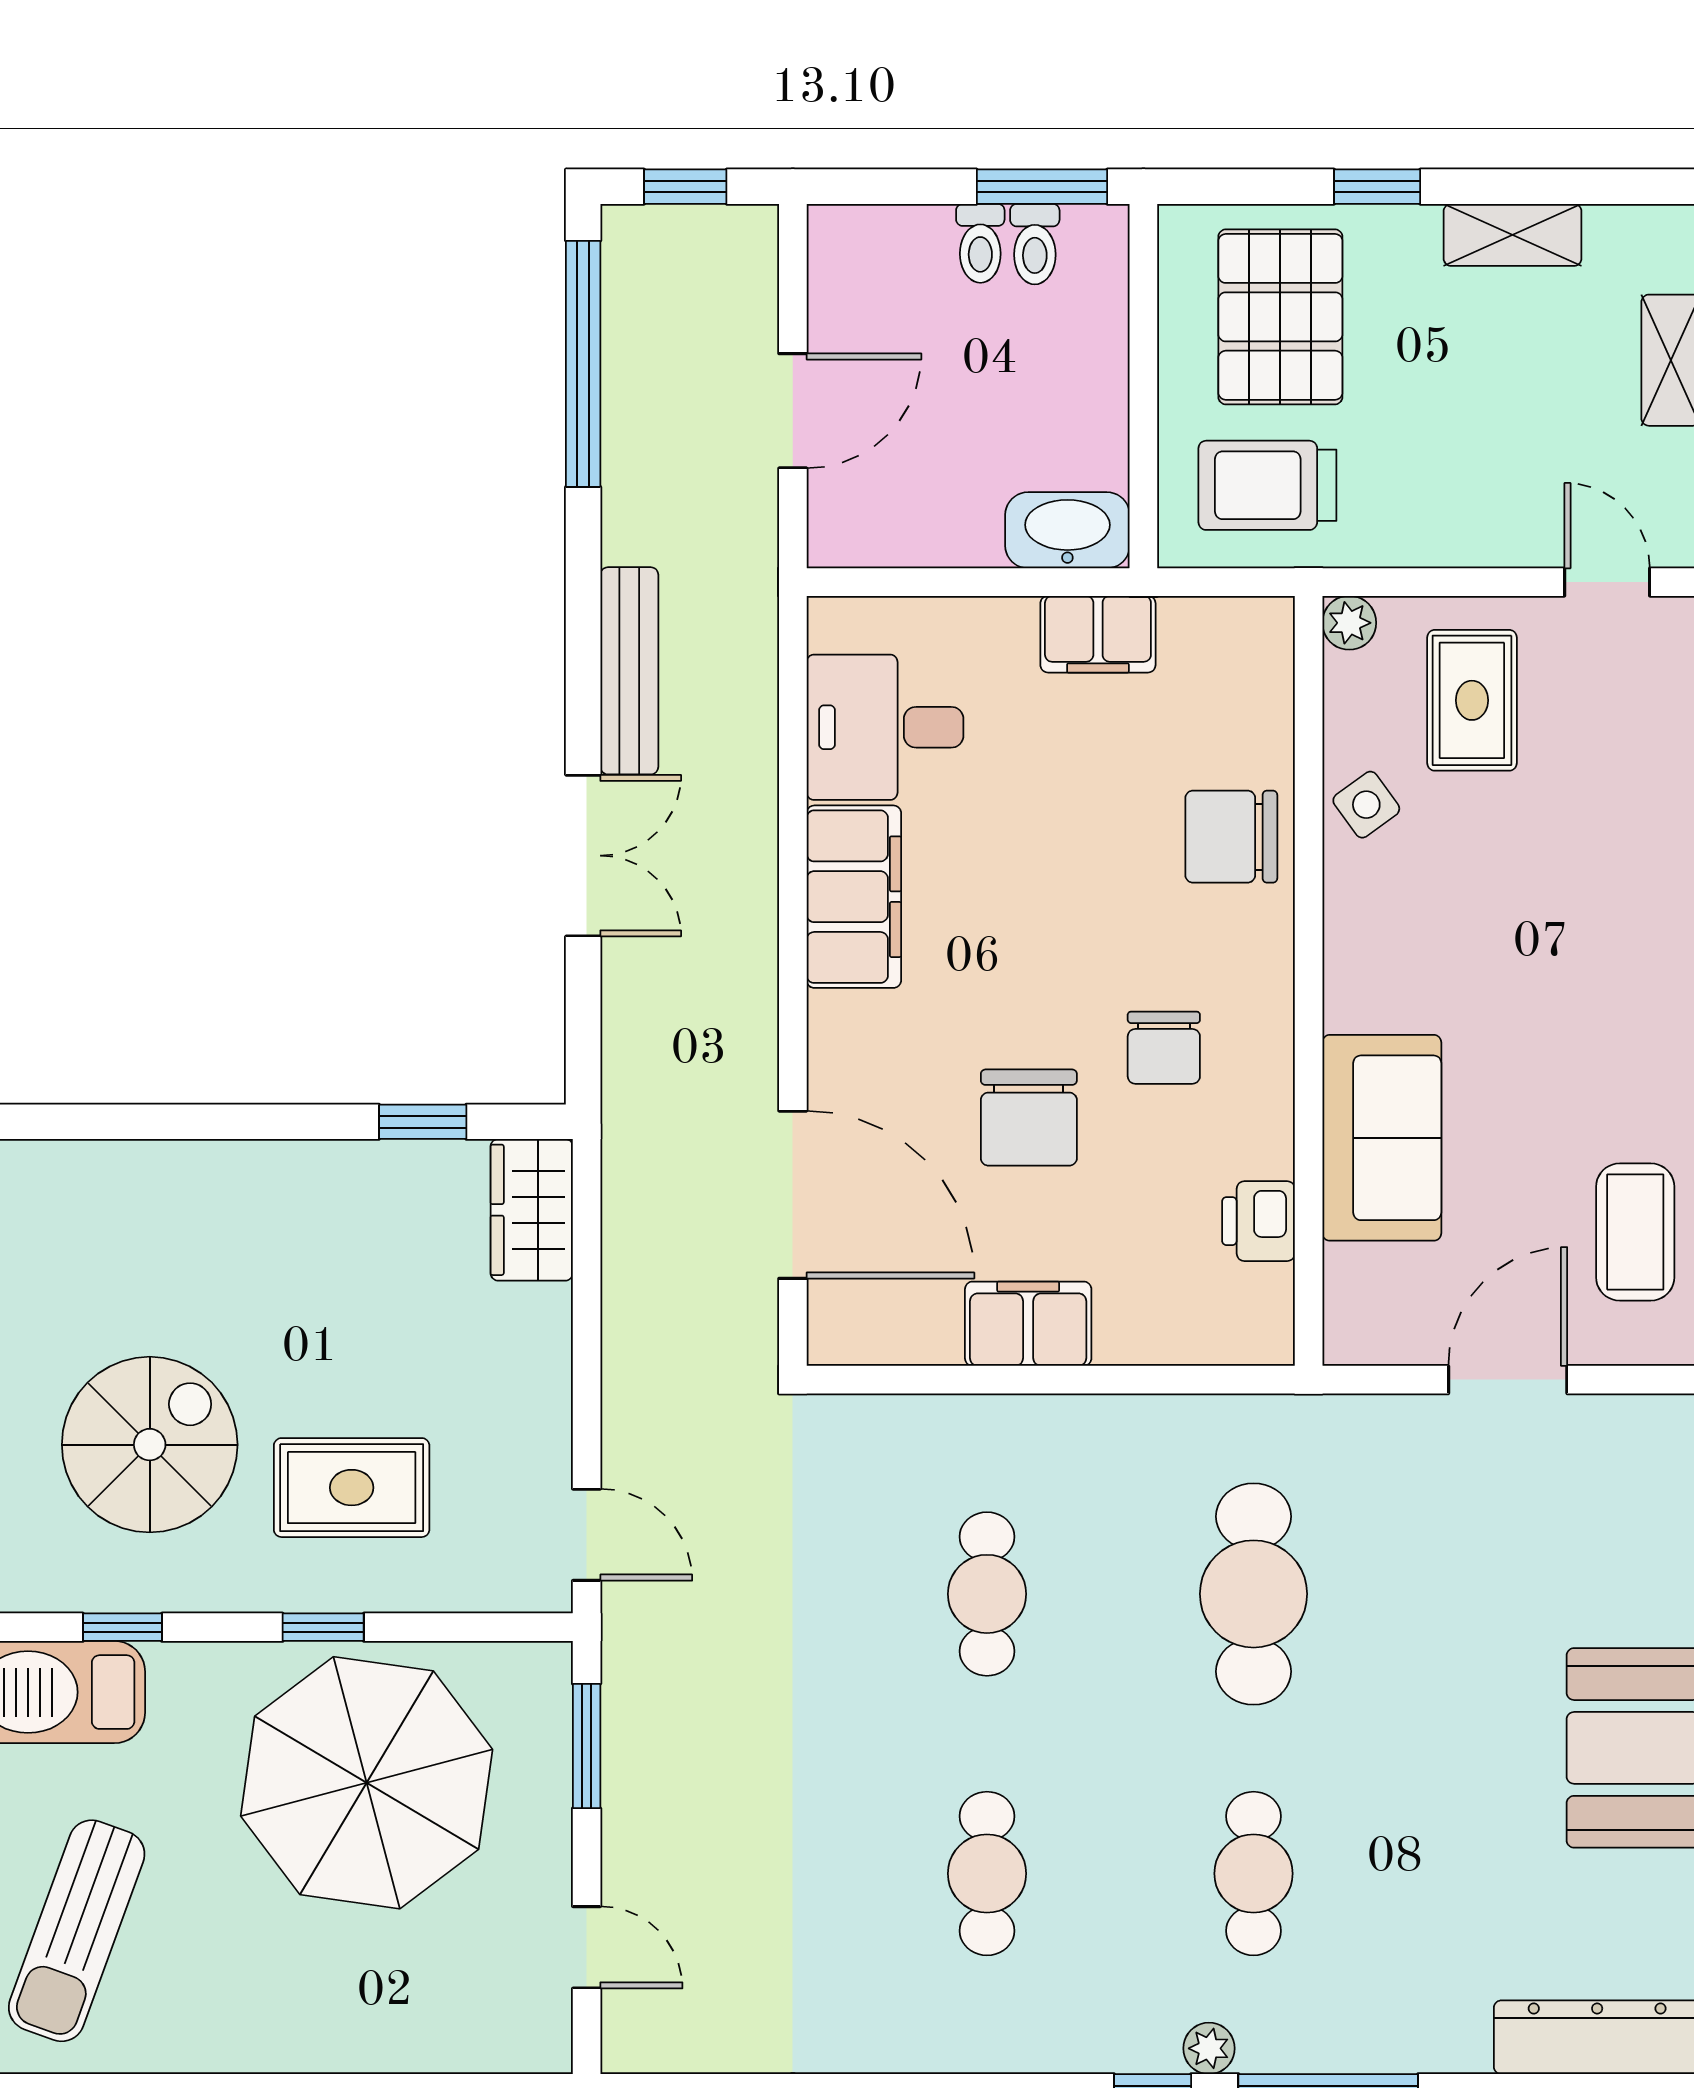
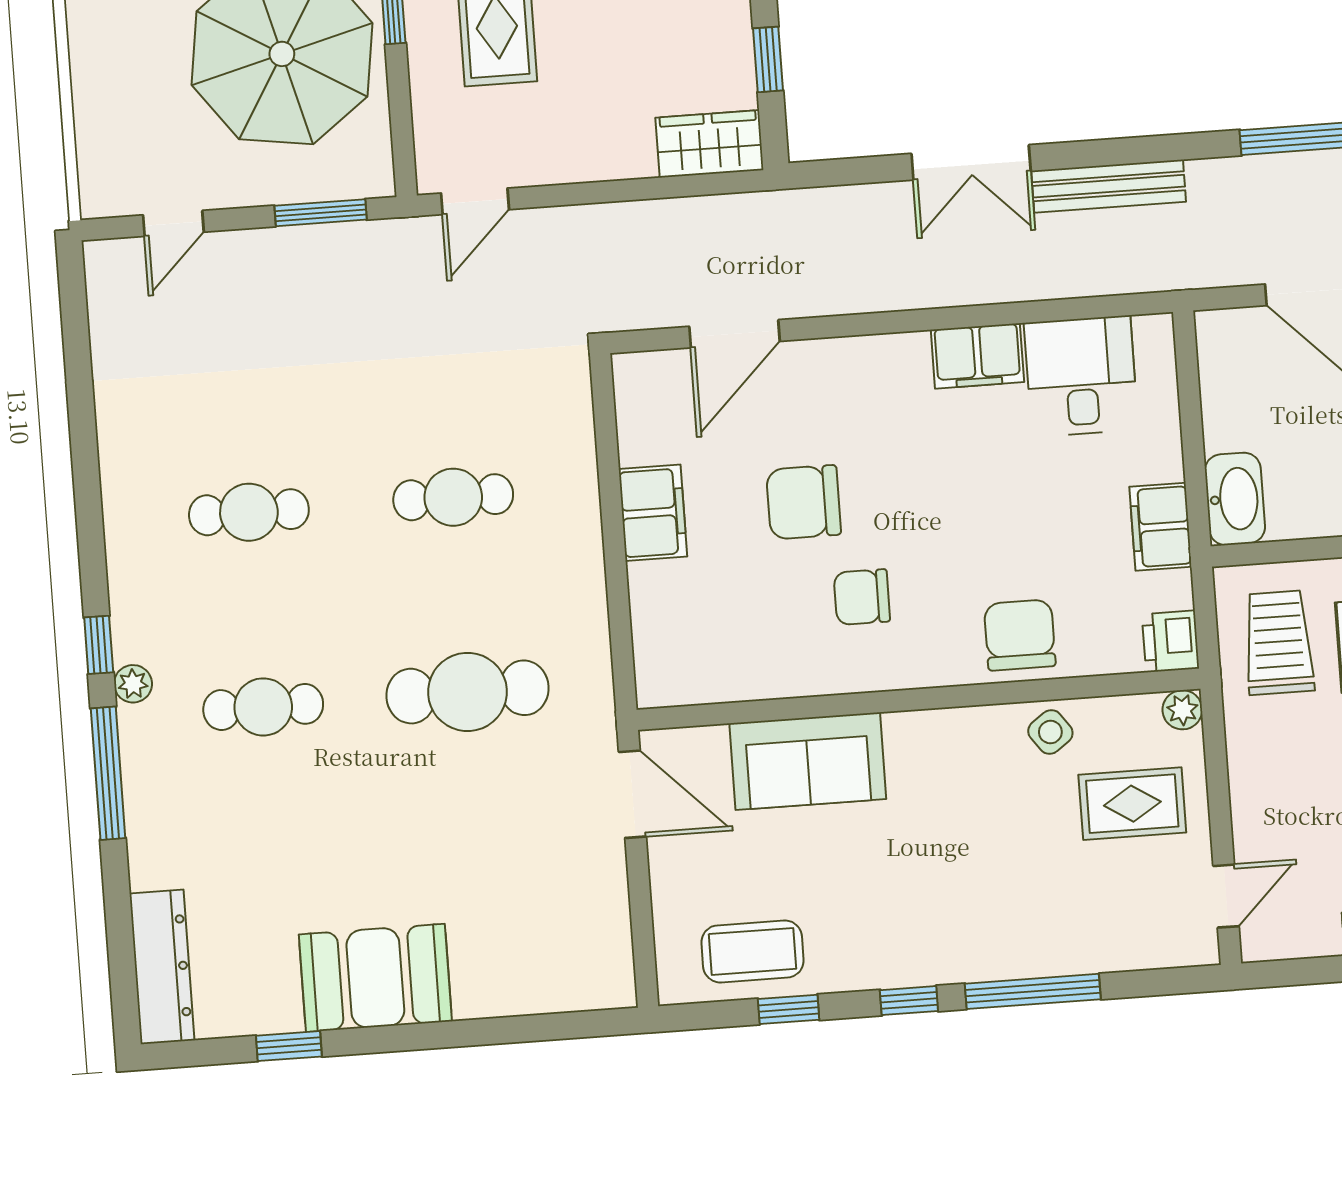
filing cabinet: (854, 897) -> (977, 356), width x0.67, depth x0.86
door: (793, 1195) -> (735, 334), width x0.73
printer: (1258, 1221) -> (1171, 641), moved, turned -90
door: (1508, 1380) -> (632, 794), moved

